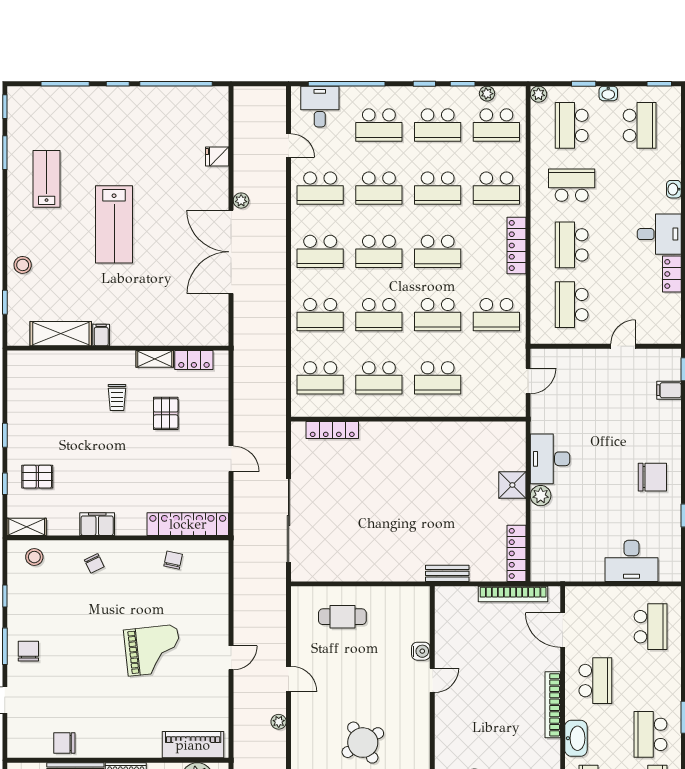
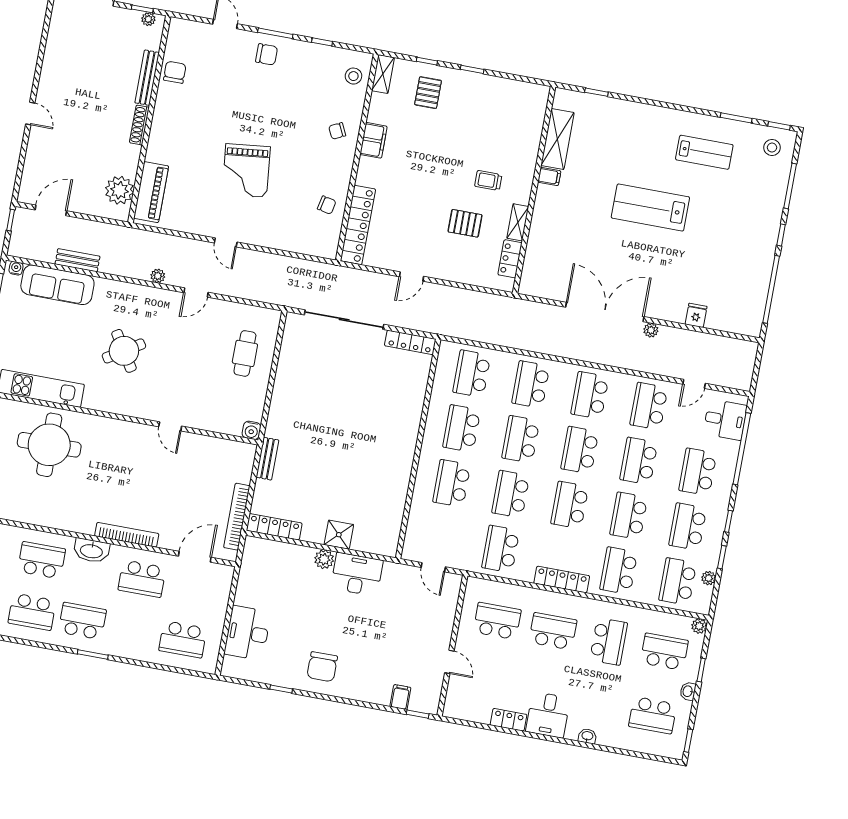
stool: (23, 265) -> (772, 148), moved
locker: (332, 430) -> (410, 342), moved, turned -90
water cooler: (421, 651) -> (251, 430), moved

